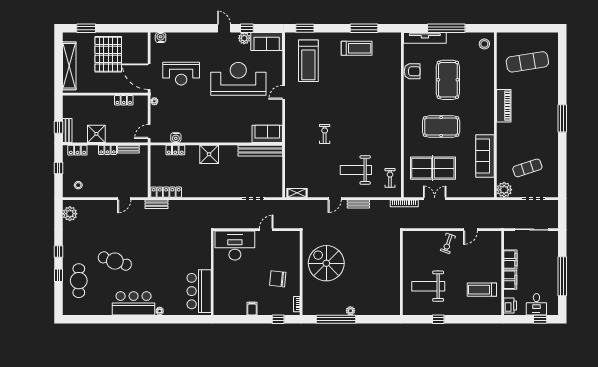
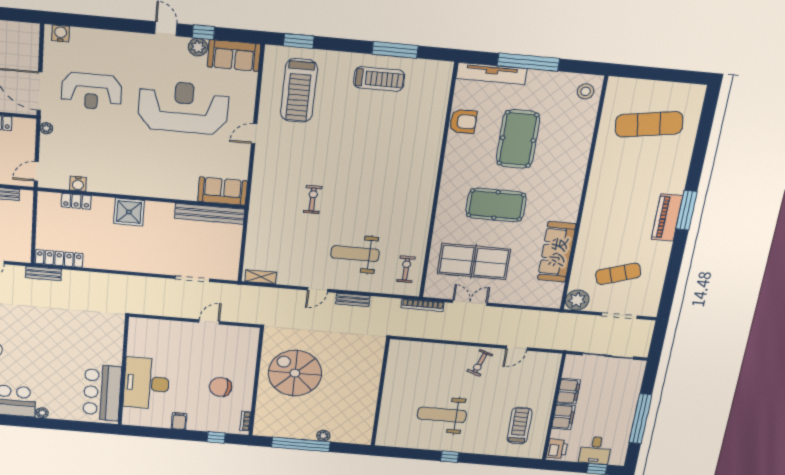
piano: (504, 106) -> (667, 217), moved, turned 180
desk: (235, 246) -> (146, 383), moved, turned -90
wall: (401, 273) -> (380, 393), moved
treadmill: (482, 290) -> (519, 426), turned 90

